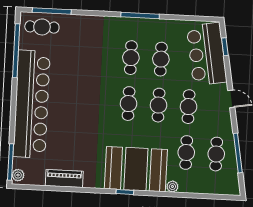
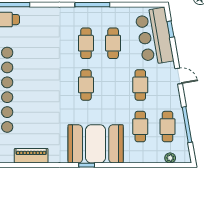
cafe table: (159, 105) -> (113, 85), removed
plant: (172, 187) -> (170, 158), moved

